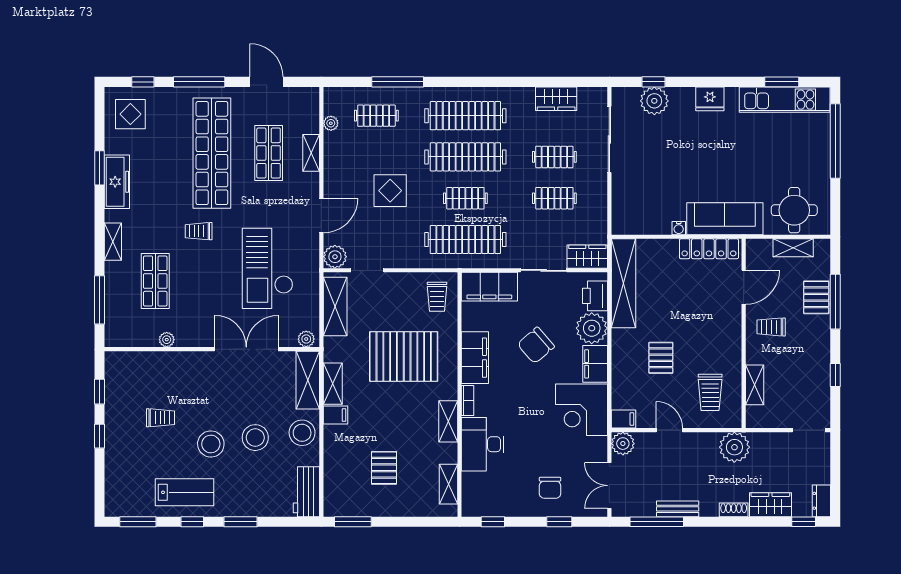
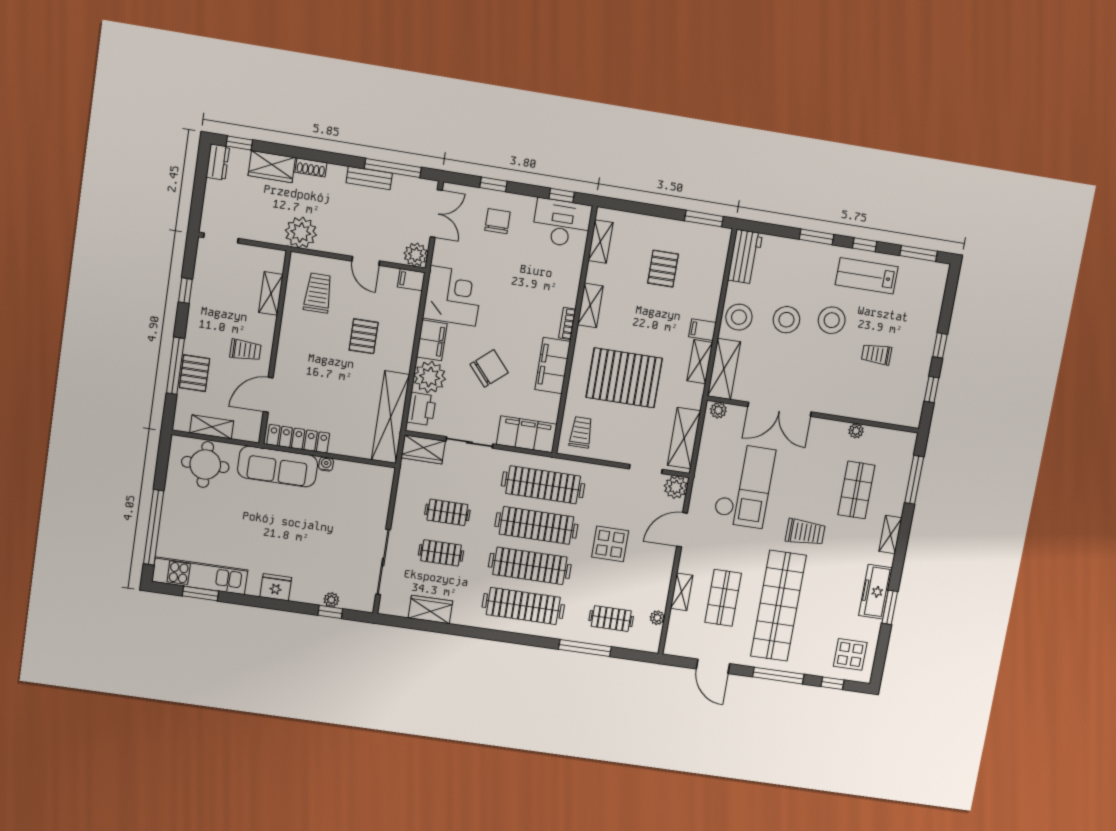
plant: (654, 101) -> (331, 600), width x0.53, depth x0.53
clothes rail: (465, 198) -> (536, 525), width x1.86, depth x1.31
trolley: (199, 231) -> (805, 532), width x1.36, depth x1.39
desk: (483, 444) -> (562, 223), moved, turned -90

